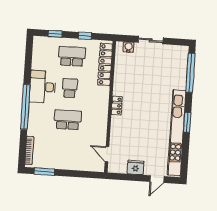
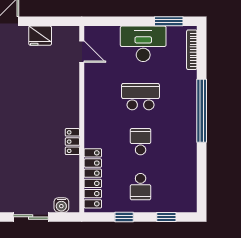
school desk: (72, 56) -> (141, 187), width x0.54
desk: (43, 87) -> (143, 44), moved, turned -90
school desk: (70, 88) -> (141, 142), turned 180
locker: (117, 106) -> (72, 142), moved
school desk: (68, 120) -> (141, 97), turned 180

